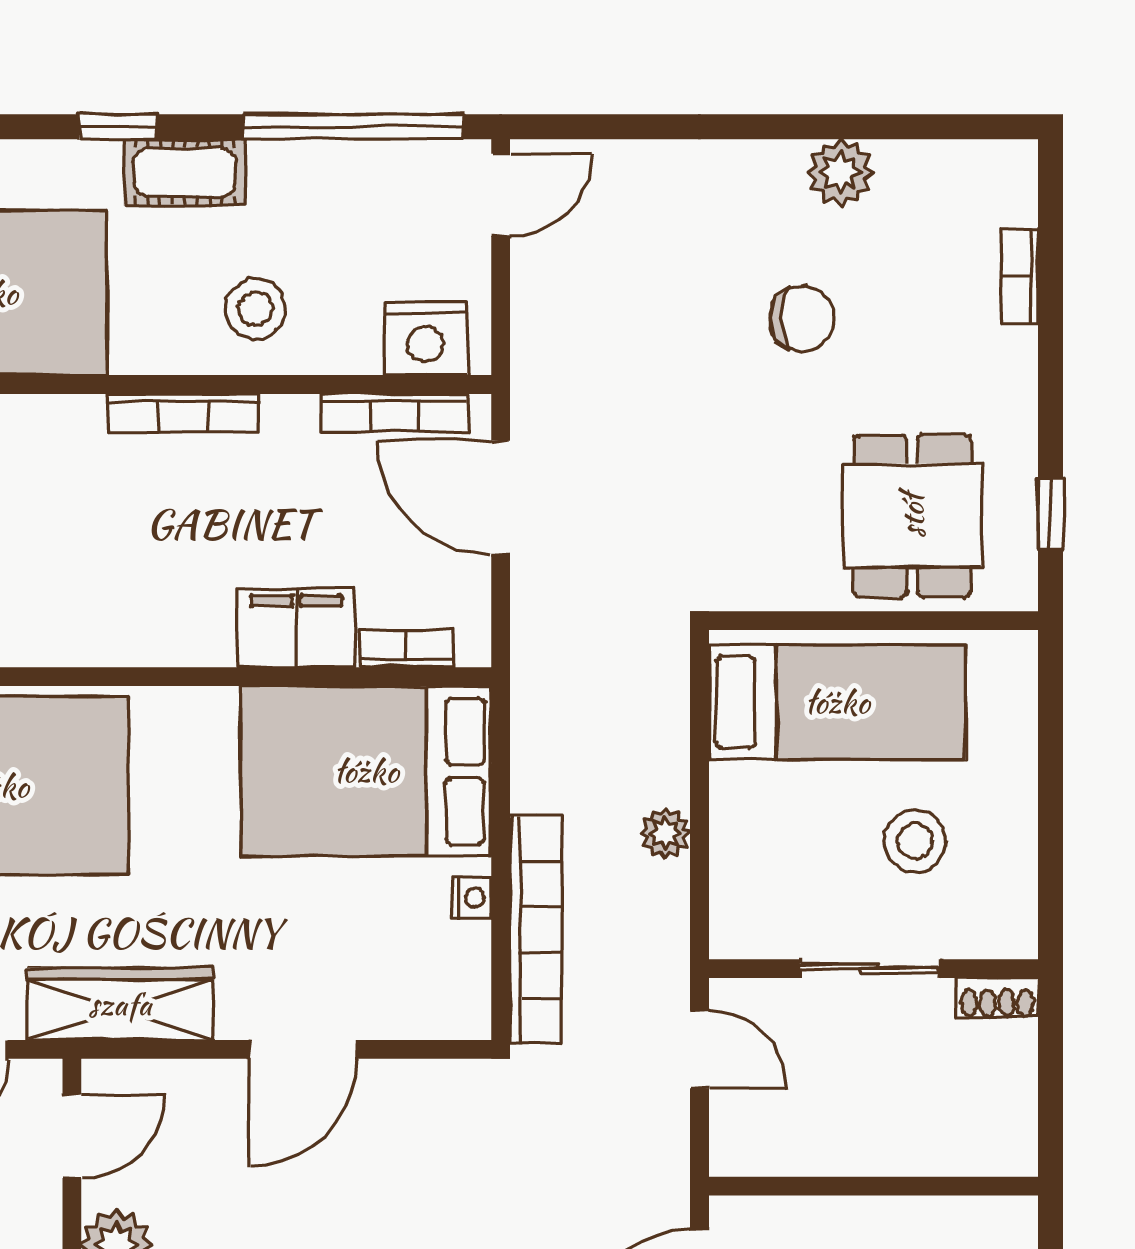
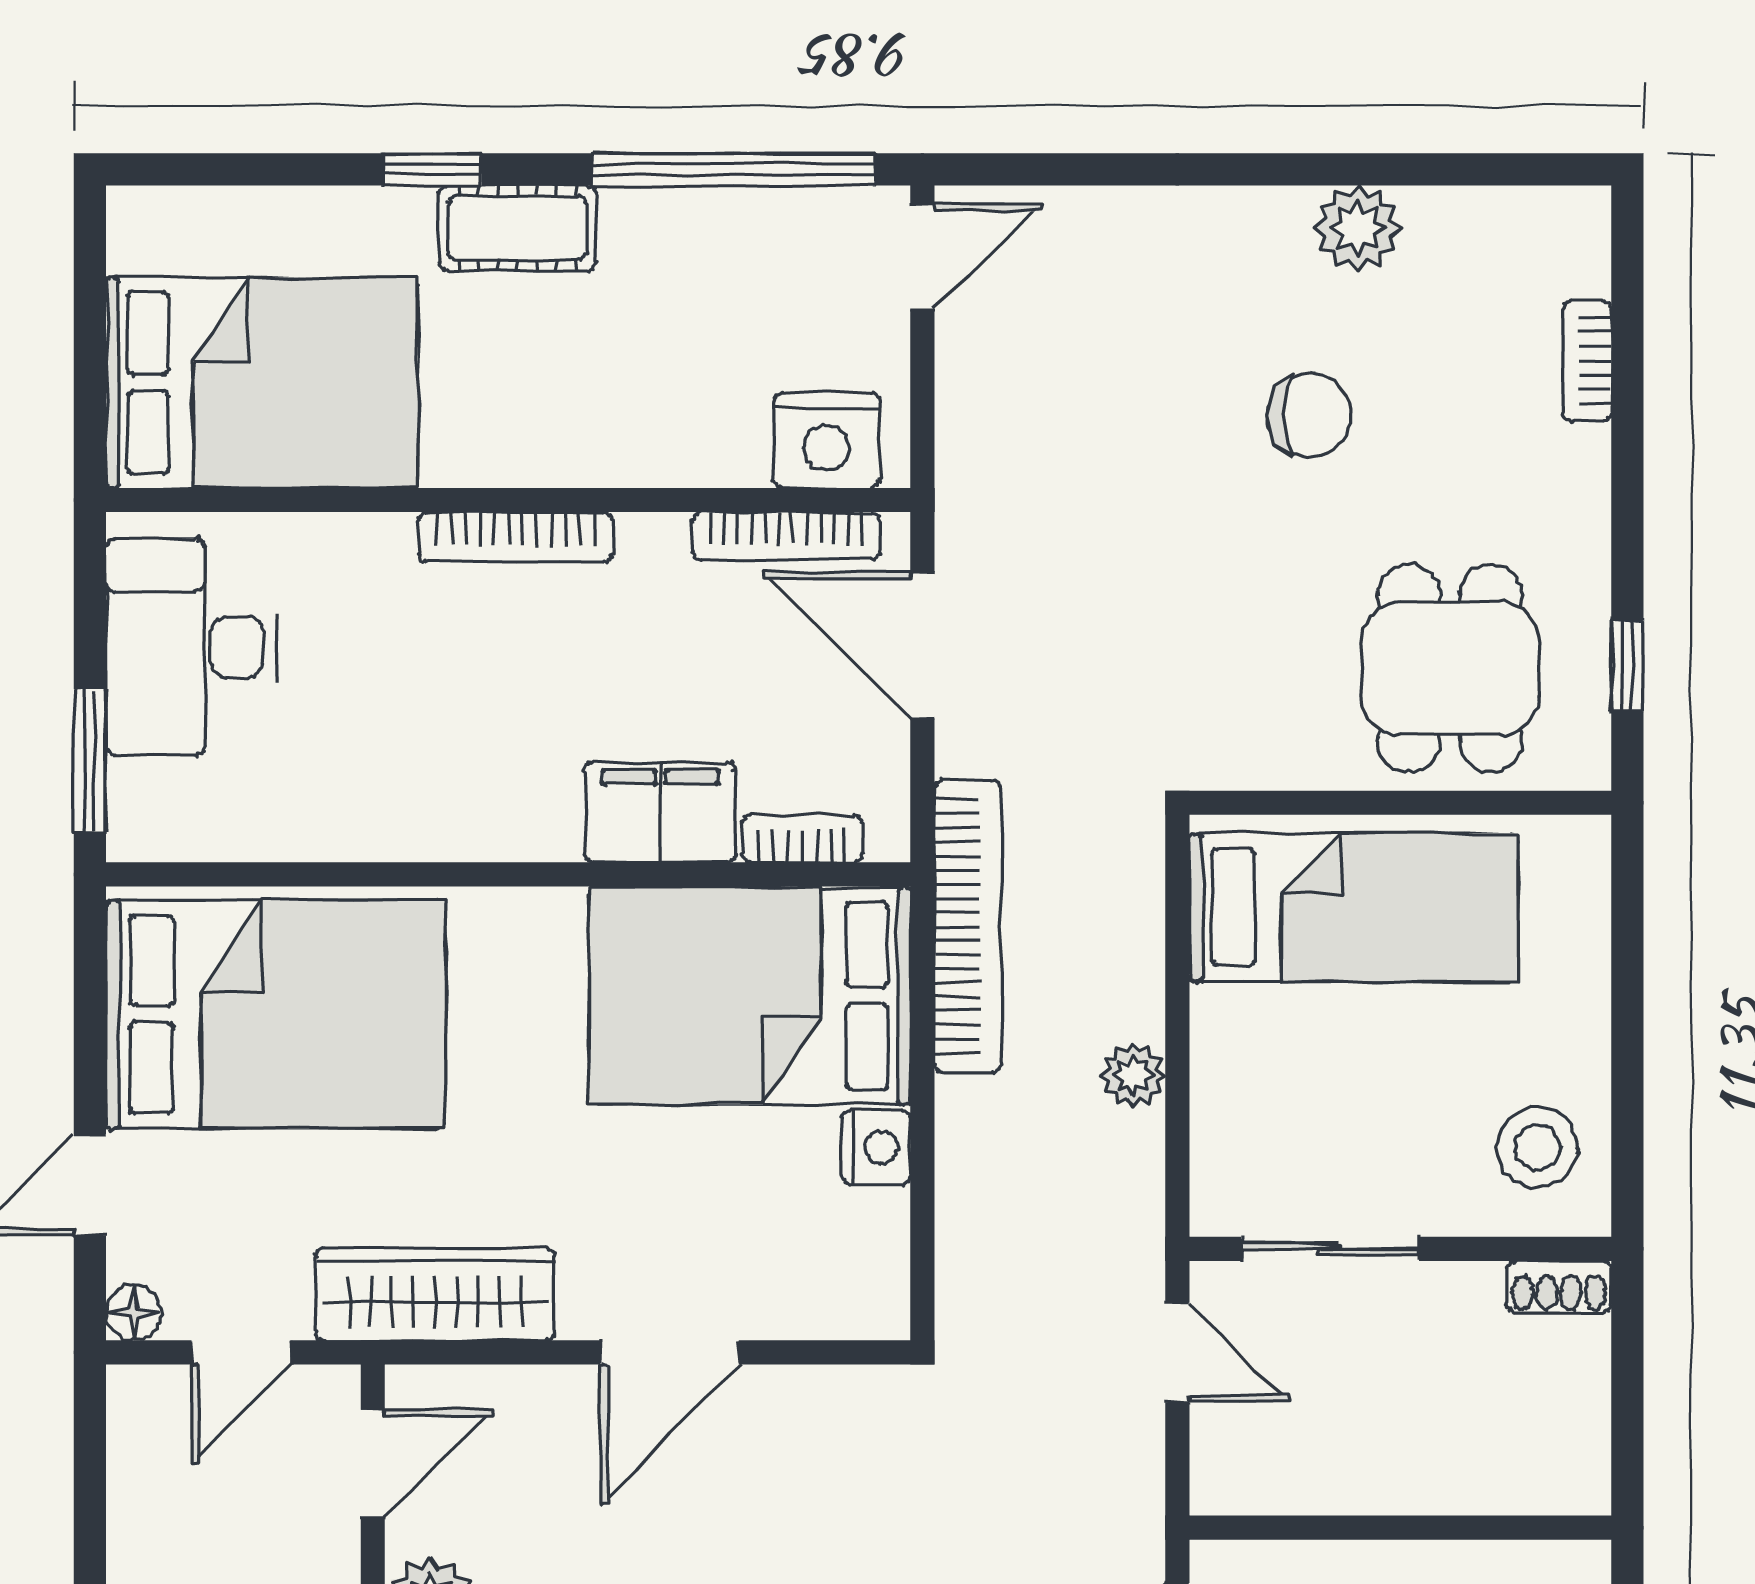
stool: (256, 309) -> (608, 403), removed
stool: (915, 841) -> (1537, 1147), moved
nightstand: (472, 898) -> (876, 1148), width x1.39, depth x1.35
bookcase: (536, 930) -> (968, 926), moved
sliding door: (869, 969) -> (1330, 1249), moved

